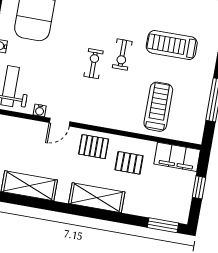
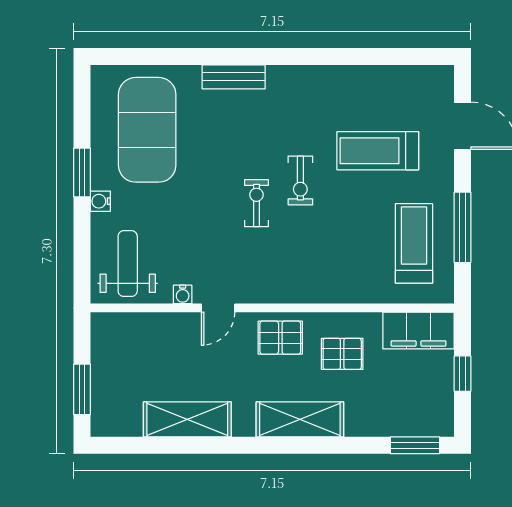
treadmill: (158, 107) -> (414, 243), moved

